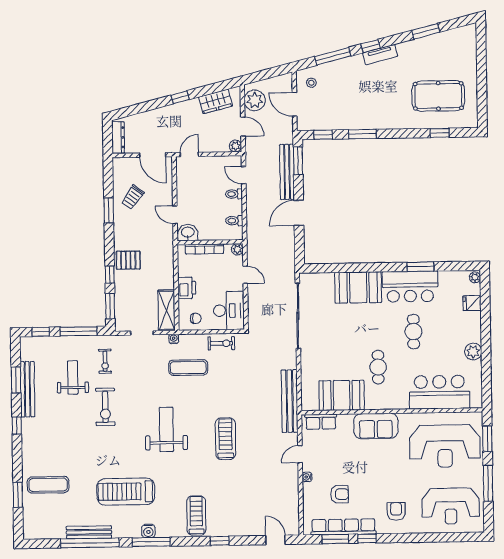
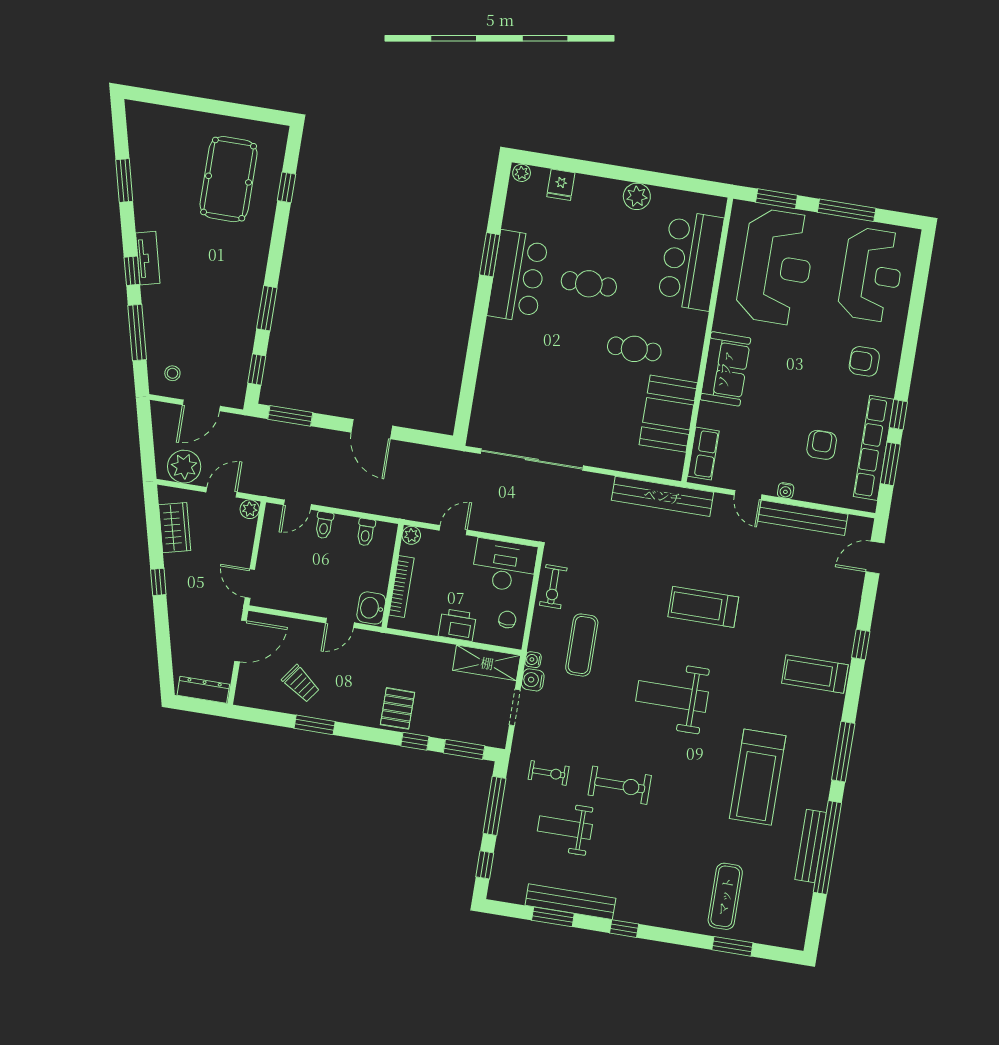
bench: (287, 172) -> (803, 518), moved
booth: (358, 287) -> (505, 358), removed
exercise bike: (221, 343) -> (553, 587), turned 180
water cooler: (148, 531) -> (533, 680), moved, turned 180

